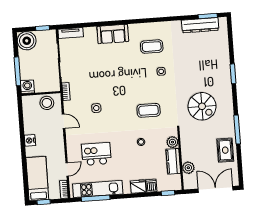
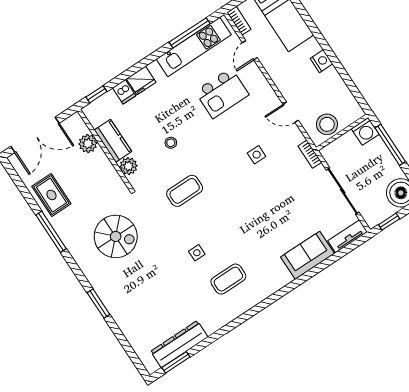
sofa: (113, 34) -> (308, 255), moved
spiral stairs: (202, 106) -> (116, 236), turned 180

